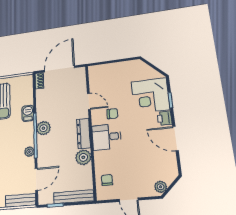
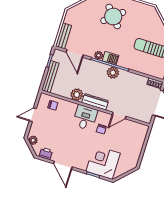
barbecue: (28, 113) -> (110, 58), moved
printer: (165, 118) -> (46, 154), moved
door: (175, 138) -> (63, 165), swing flipped

